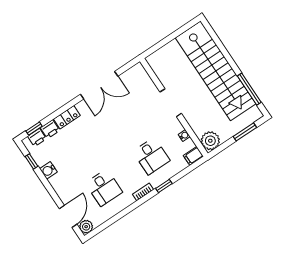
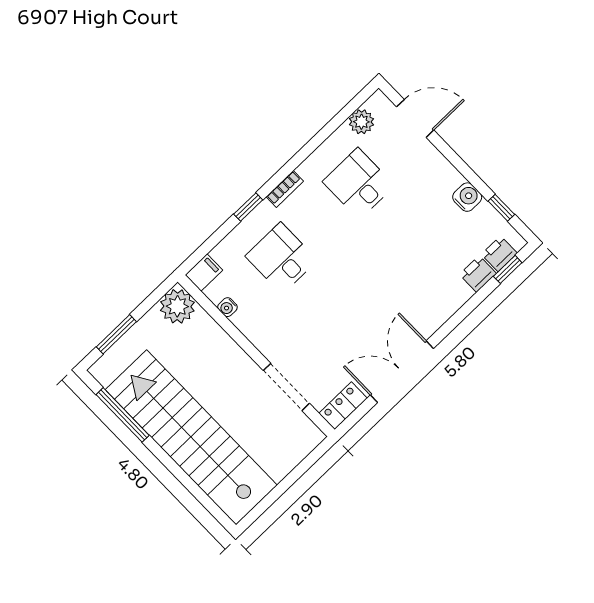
doorway: (171, 103) -> (286, 387), moved
locker: (67, 117) -> (343, 406), moved
door: (68, 216) -> (415, 118), swing flipped
plant: (86, 227) -> (361, 122), moved

